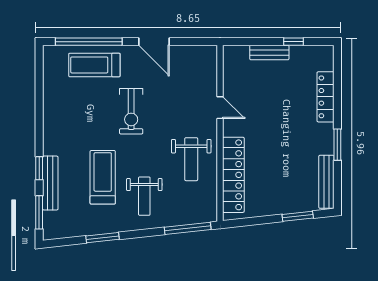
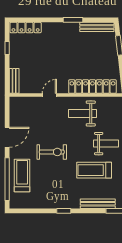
bench: (269, 53) -> (14, 81), moved
treadmill: (94, 65) -> (22, 176), turned 180
locker: (326, 97) -> (26, 28), moved
weight bench: (191, 159) -> (82, 113), turned 180
window: (39, 168) -> (64, 211), moved

